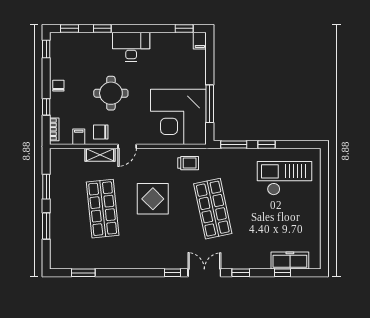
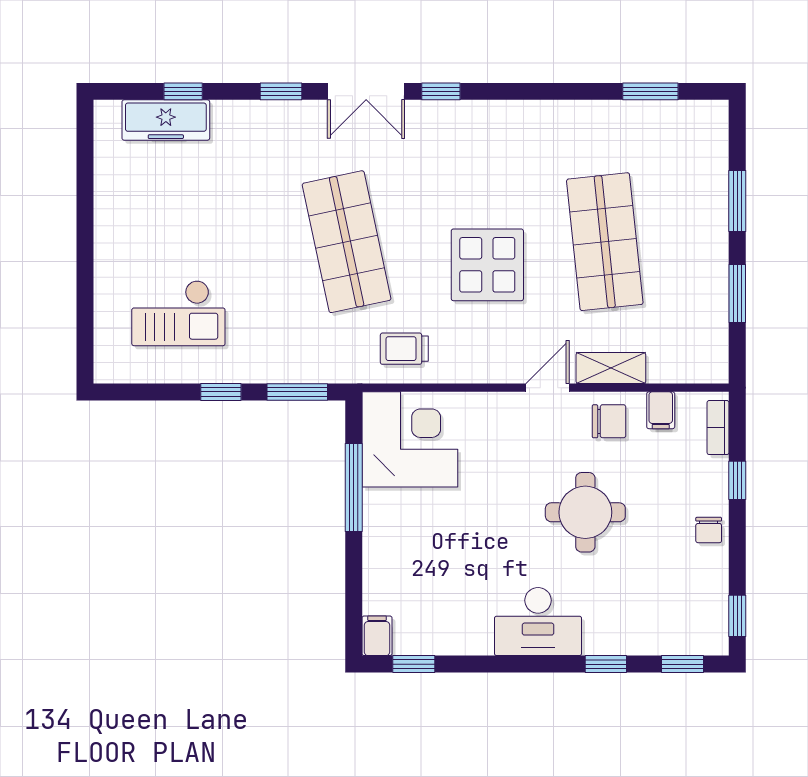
corner desk: (178, 117) -> (410, 439), width x0.74, depth x0.74
checkout: (285, 178) -> (178, 313), width x0.73, depth x0.83

